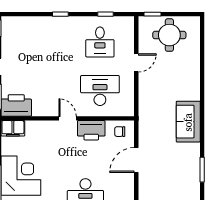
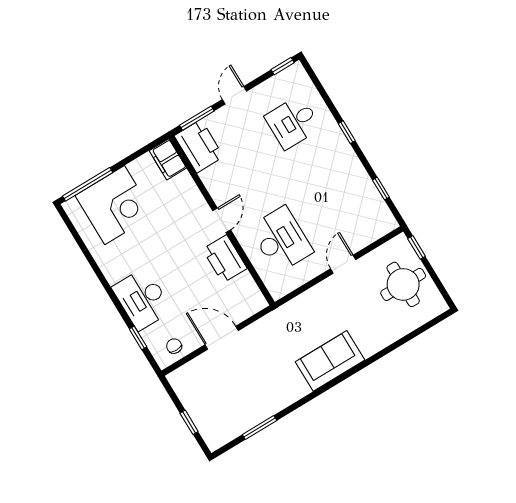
desk: (100, 42) -> (293, 122), moved
door: (136, 63) -> (343, 264), swing flipped
sofa: (188, 122) -> (330, 361), moved
chair: (120, 132) -> (174, 346), moved

